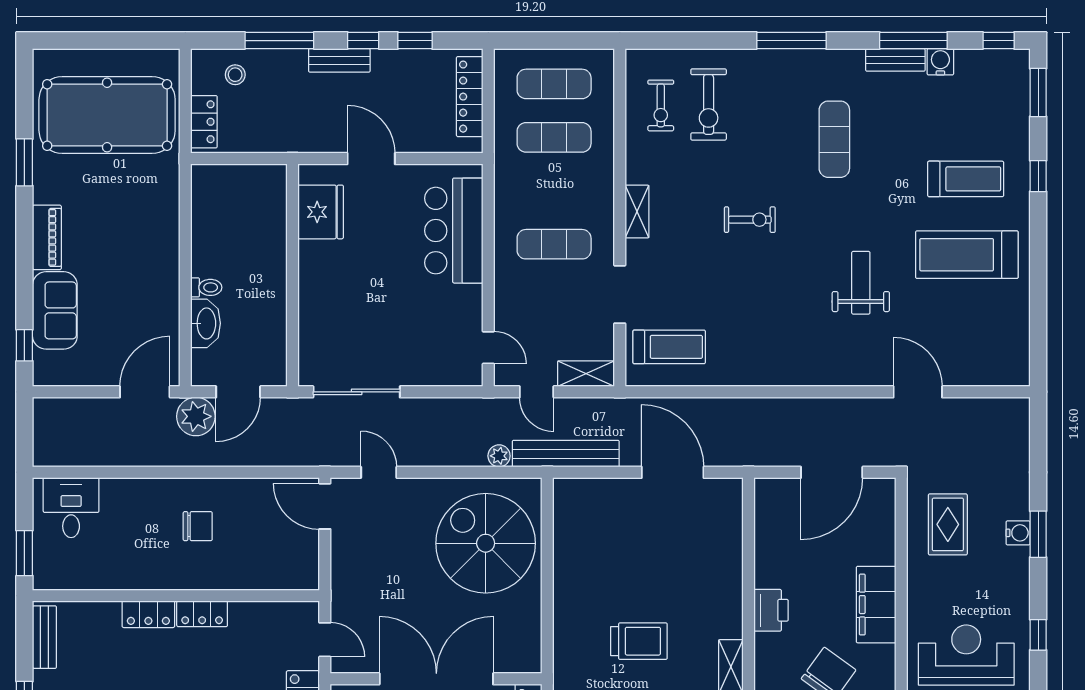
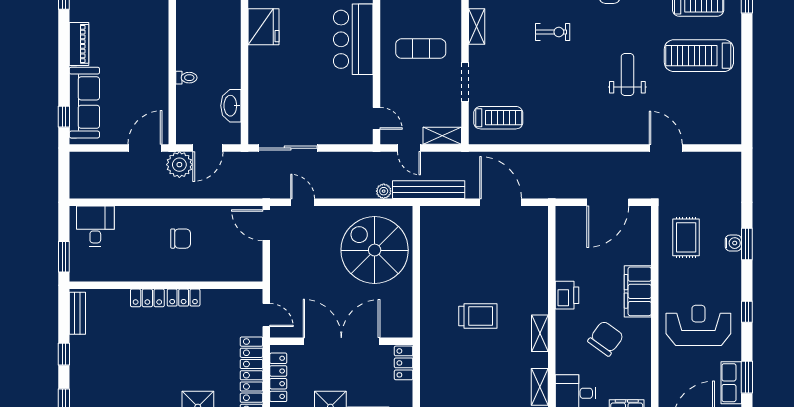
sofa: (55, 310) -> (84, 103), width x1.36
washbasin: (206, 323) -> (231, 106), moved, turned 180

